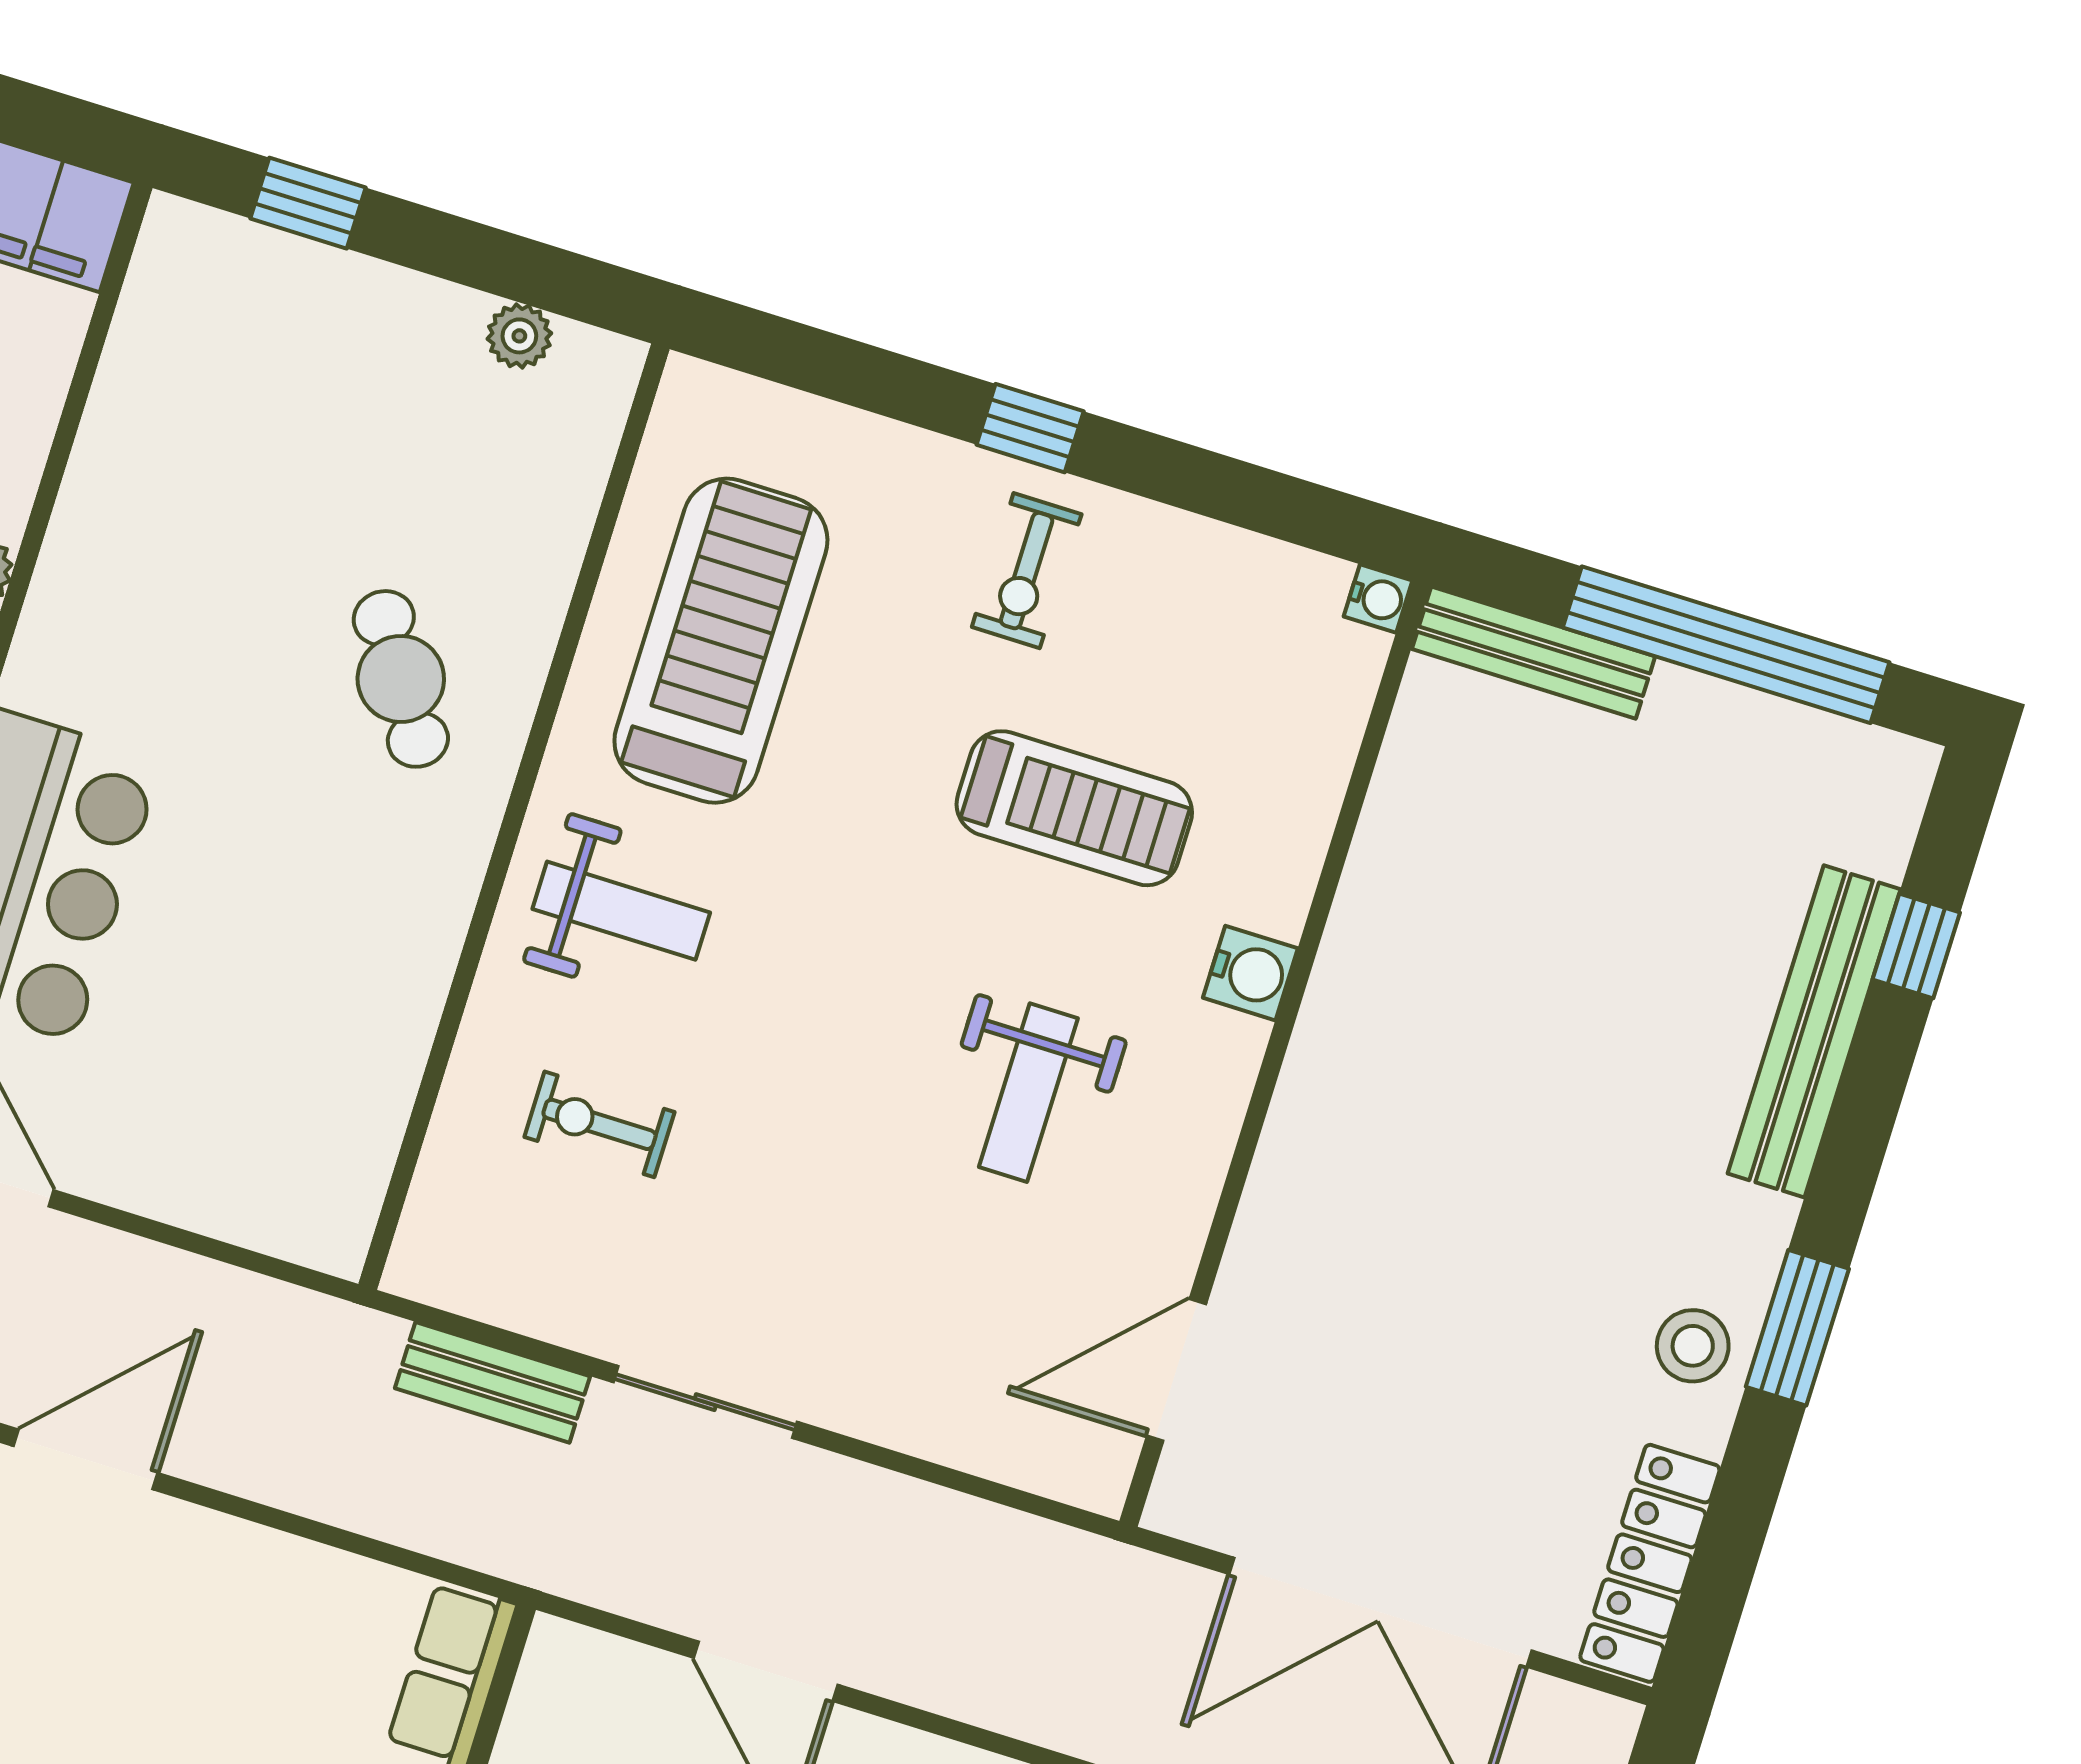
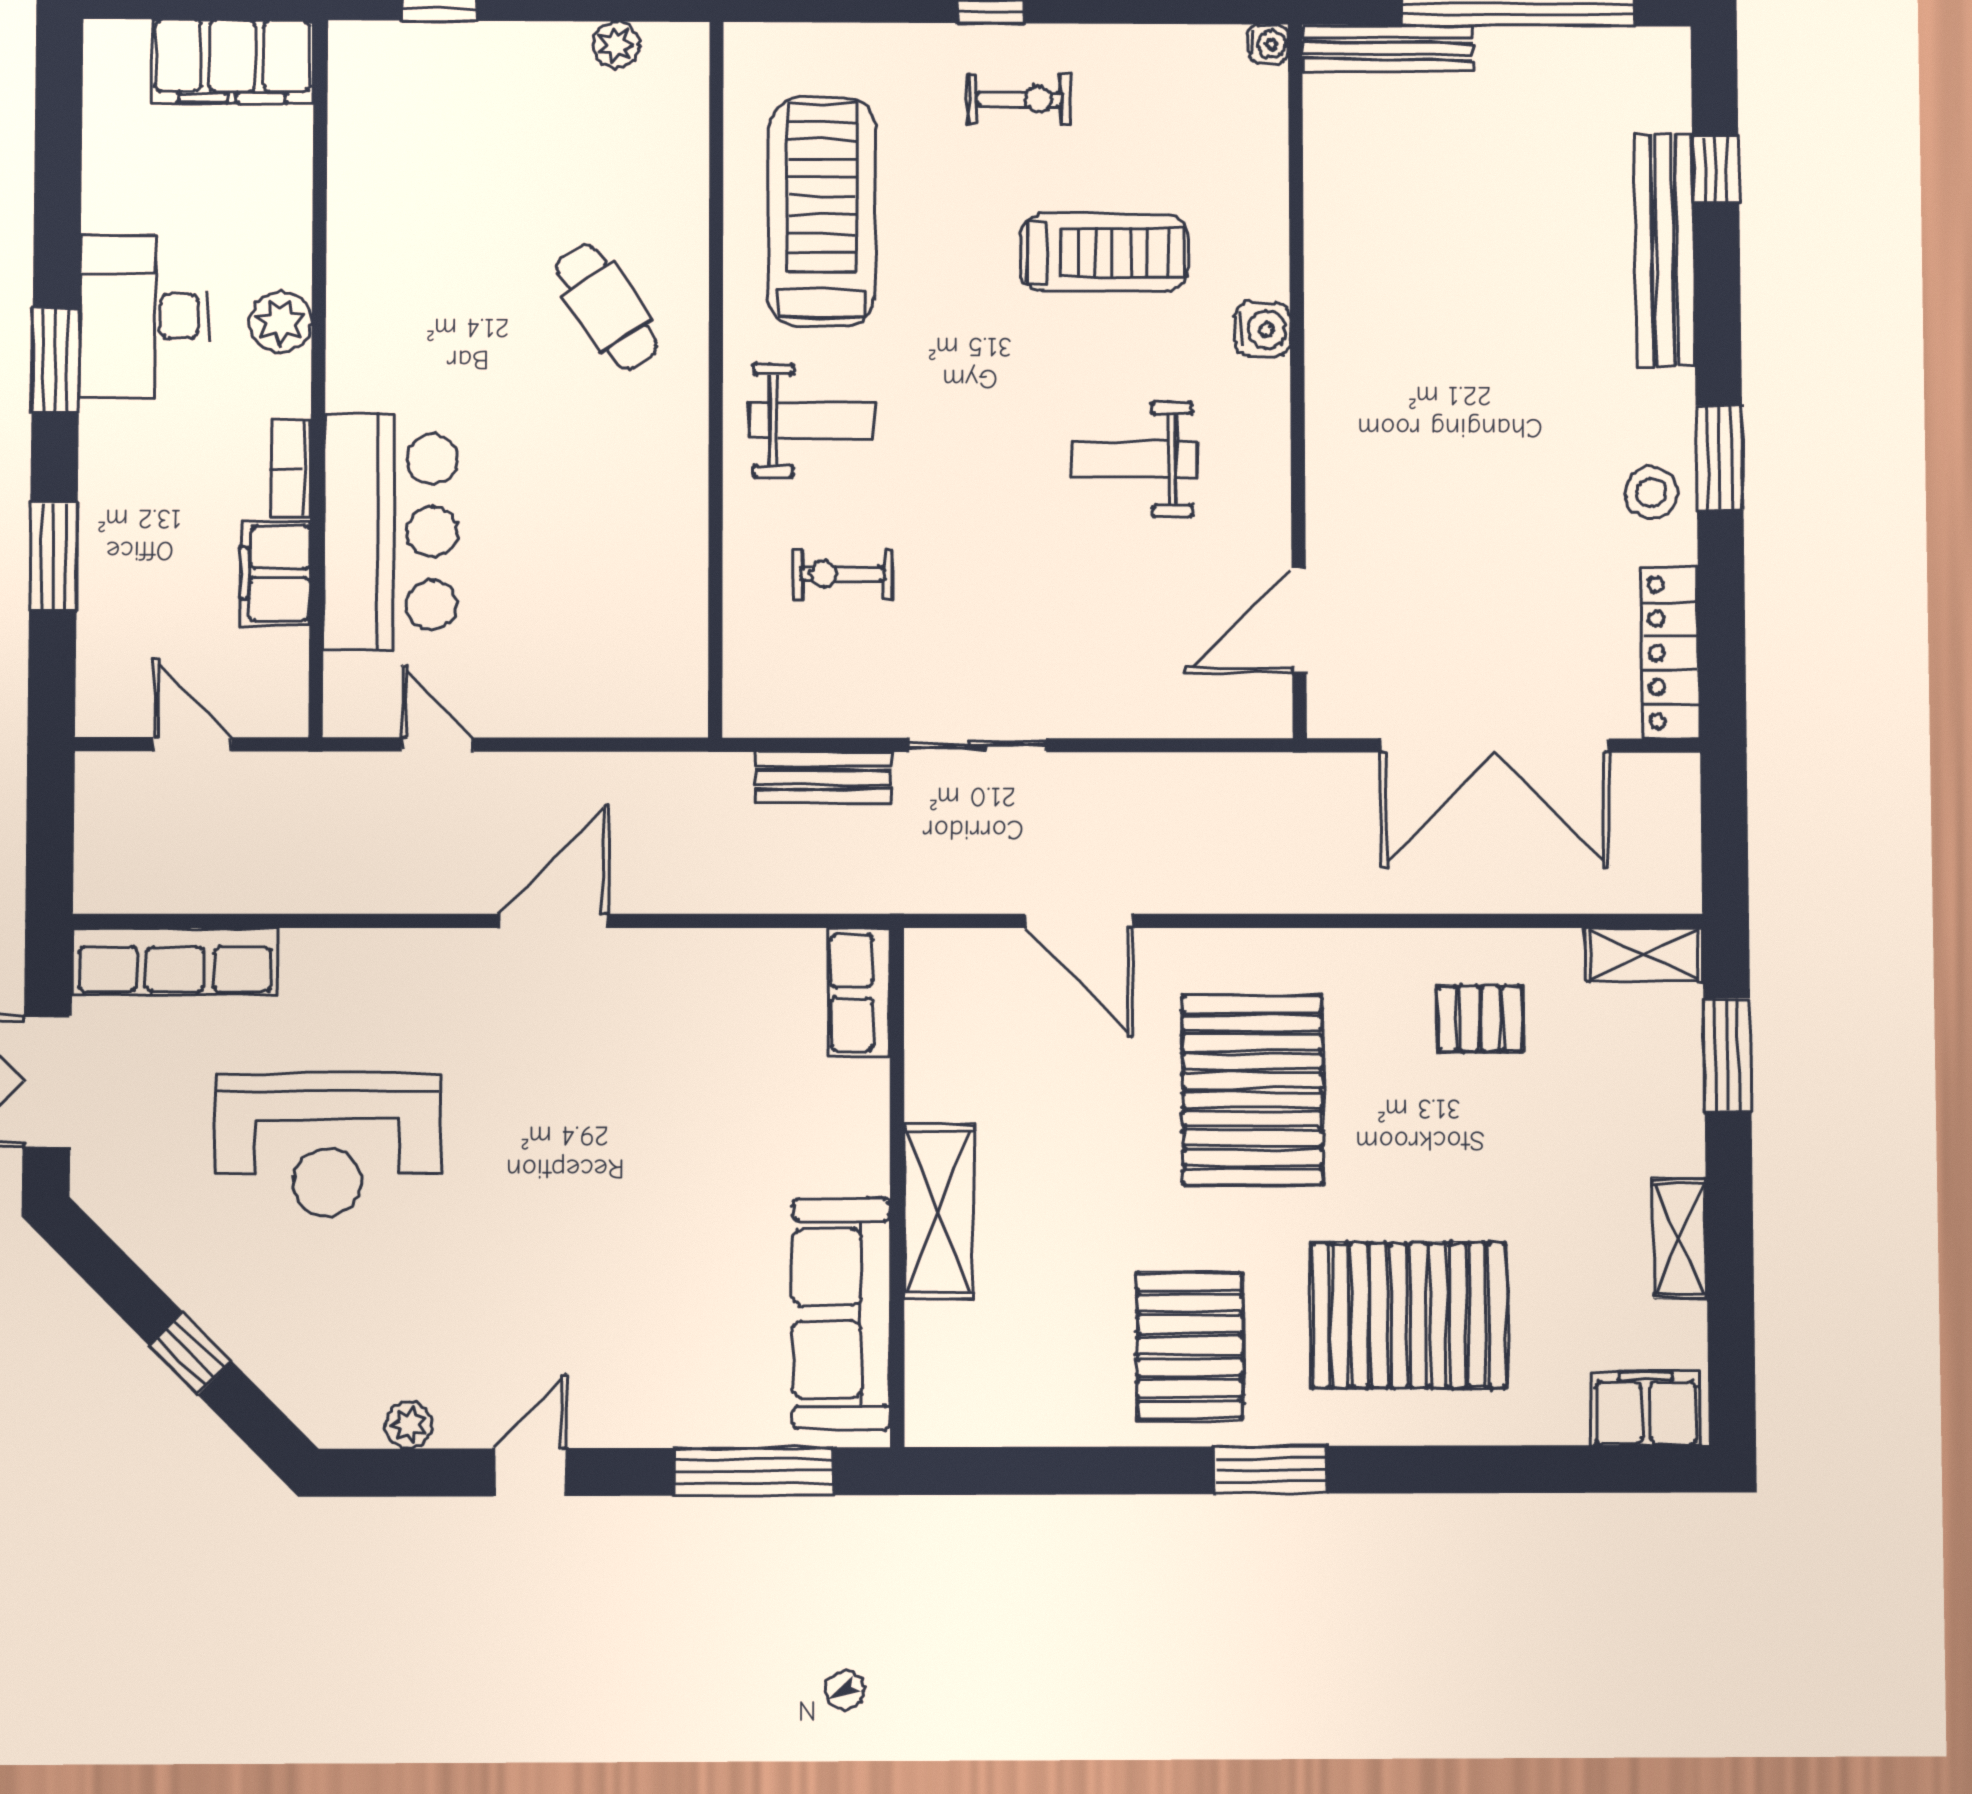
exercise bike: (1027, 571) -> (1019, 99), turned -90
weight bench: (1028, 1093) -> (1135, 459), turned 90

